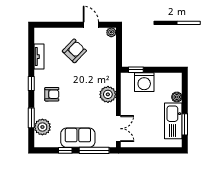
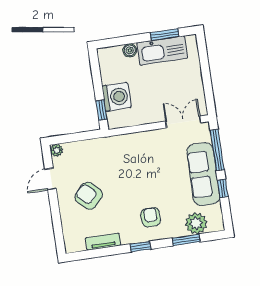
plant: (108, 94) -> (140, 143), removed
sofa: (78, 138) -> (203, 174), width x1.36

